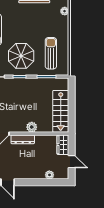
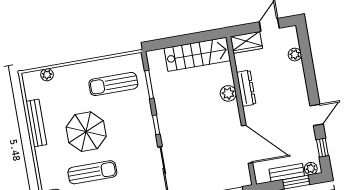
parasol: (21, 56) -> (86, 132), moved
dresser: (23, 139) -> (246, 88), moved

